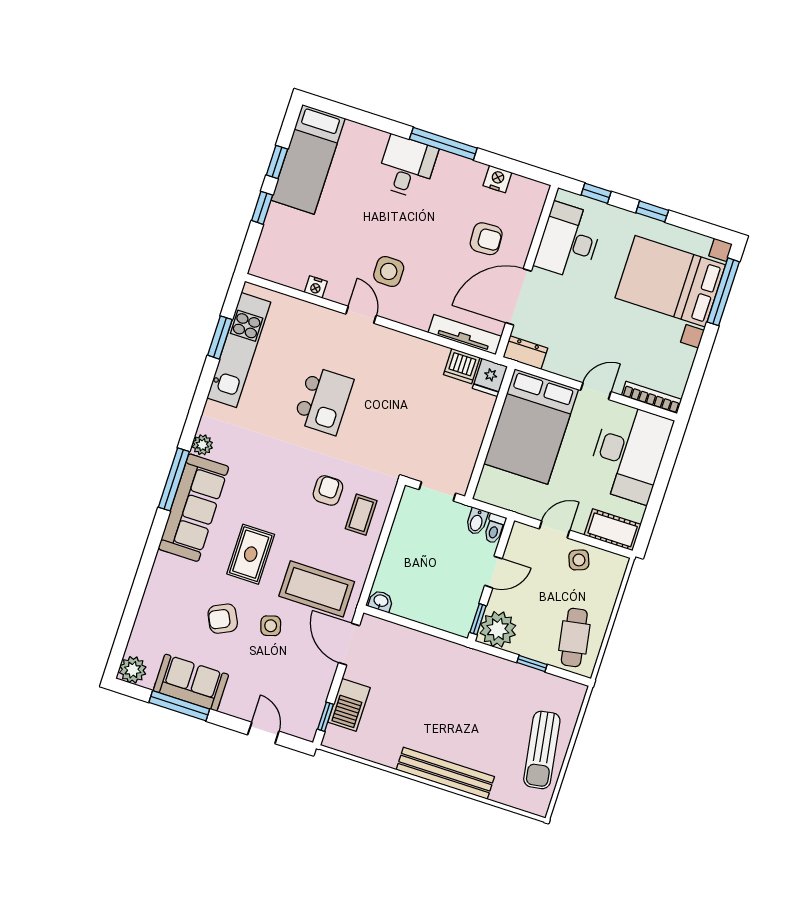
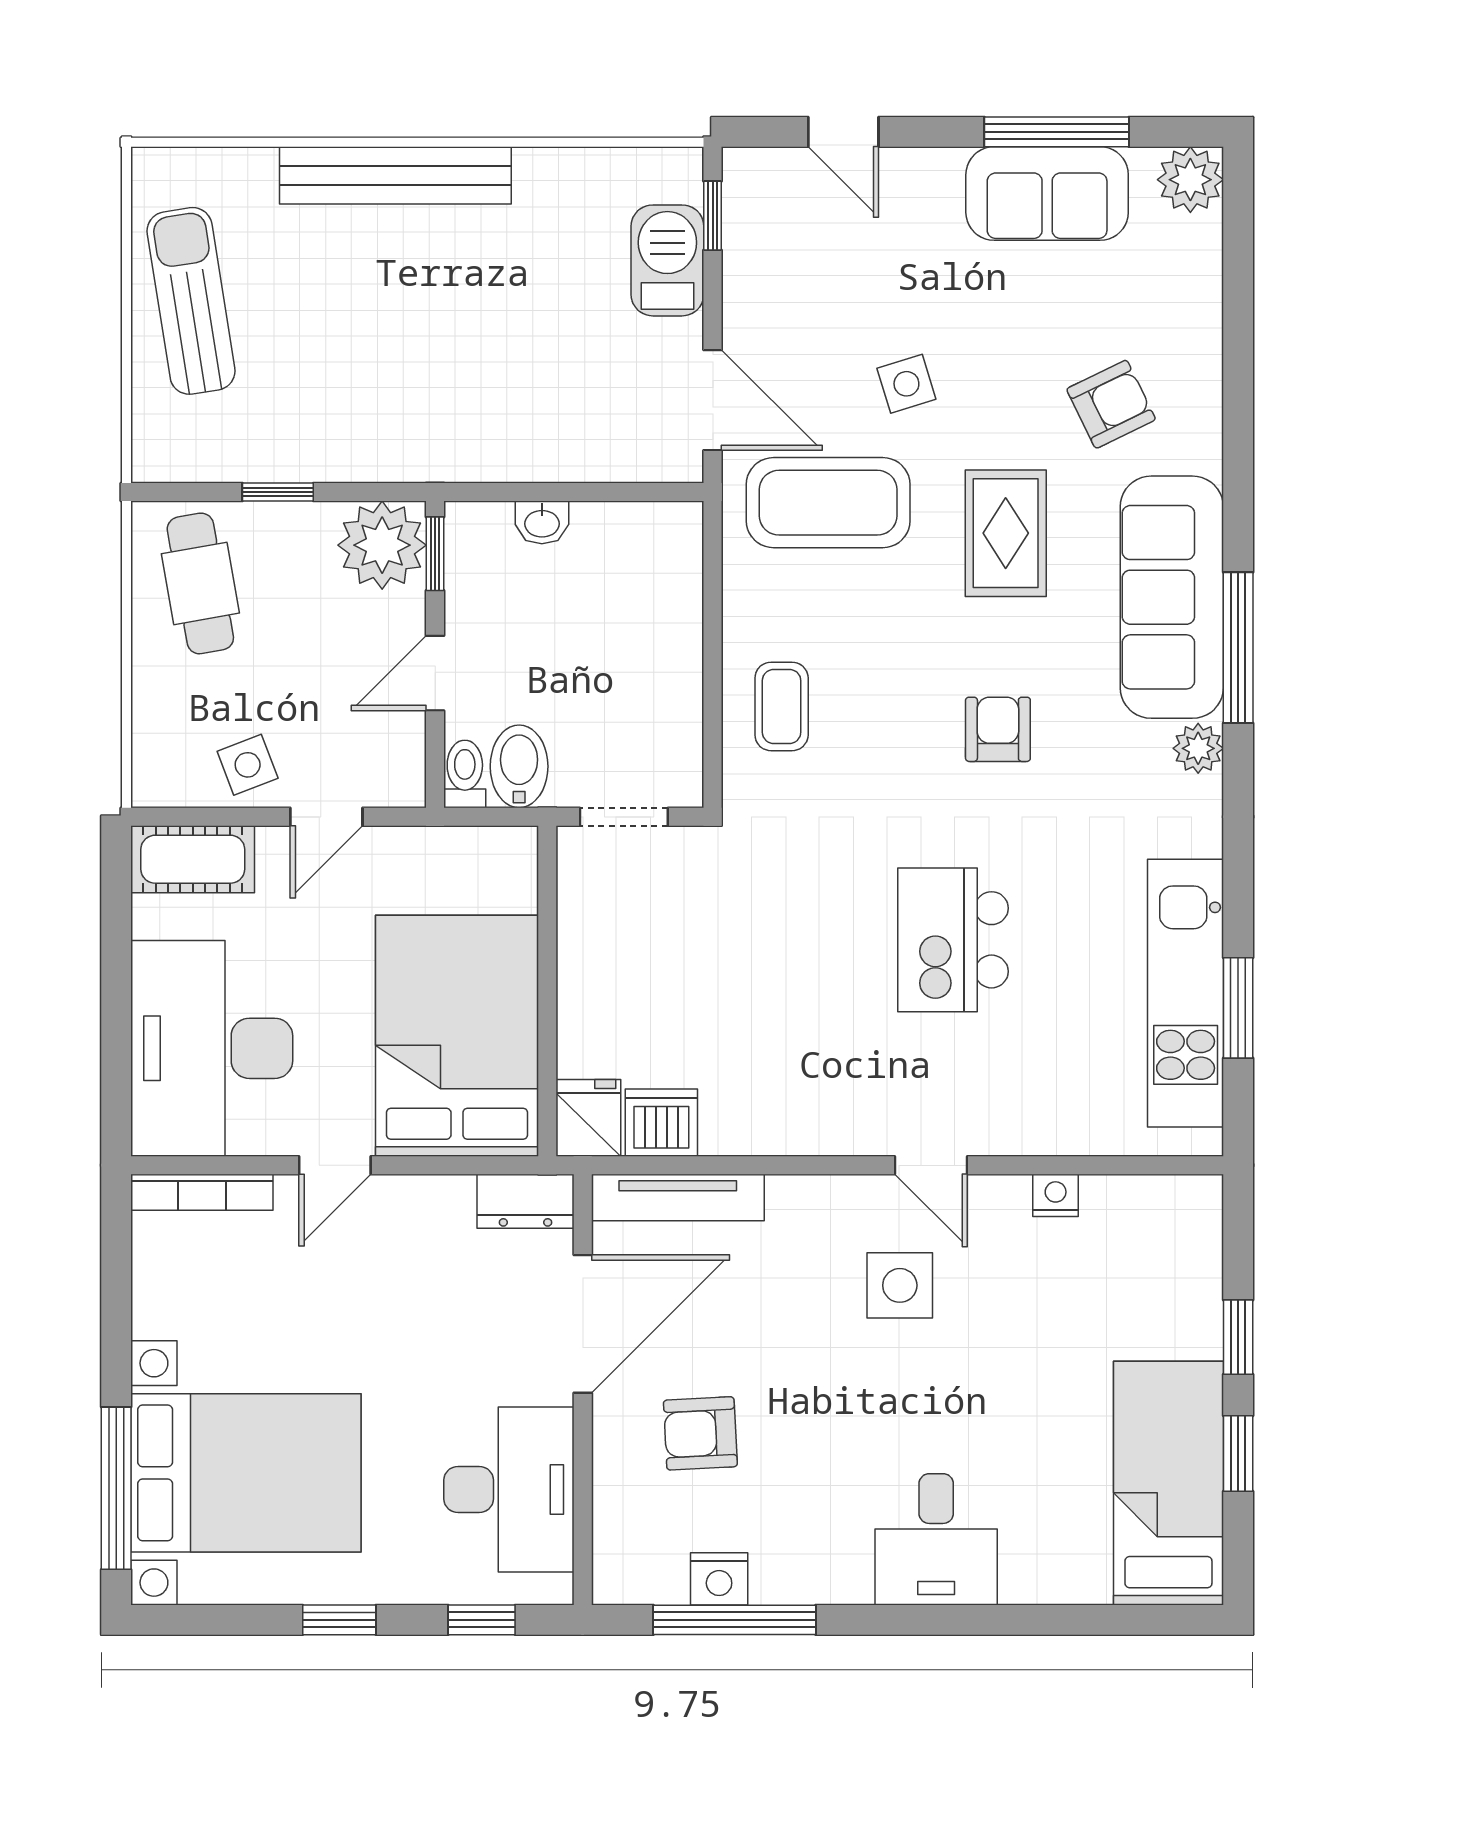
window: (443, 144) -> (734, 1620), moved
armchair: (328, 490) -> (998, 729), moved, turned 180
bidet: (477, 521) -> (519, 766), width x1.38, depth x1.36
washbasin: (381, 601) -> (542, 522), moved
armchair: (223, 619) -> (1111, 404), moved

